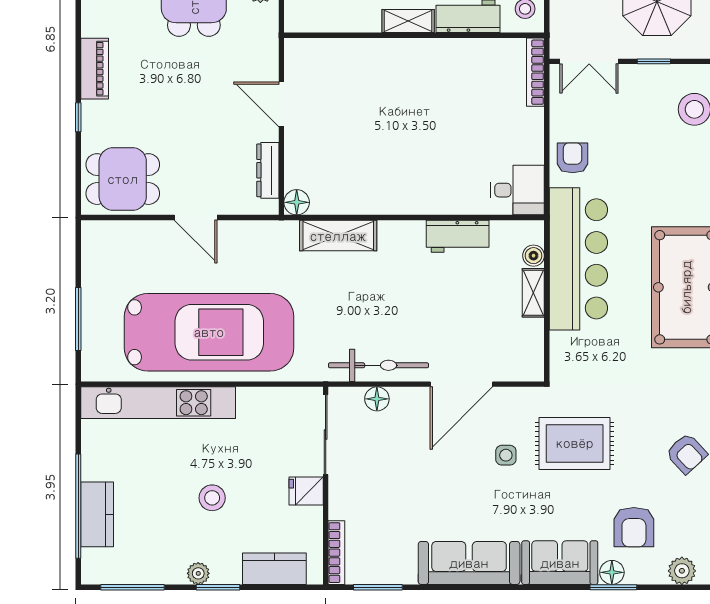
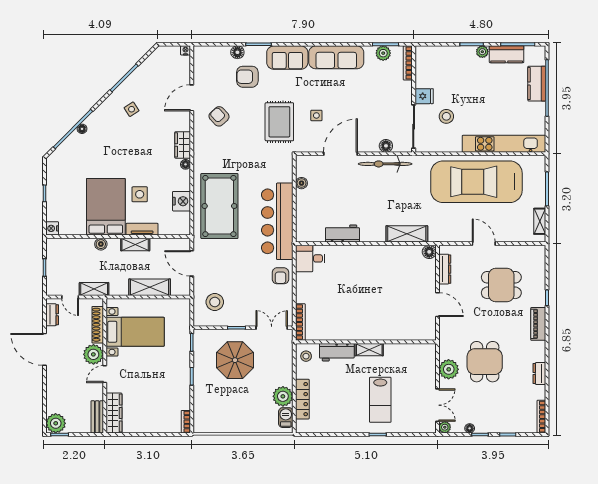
dining table: (123, 179) -> (501, 285), moved
boiler: (534, 256) -> (302, 183), moved
shelving: (533, 293) -> (540, 221), moved
rug: (575, 443) -> (279, 122), turned 90
stool: (212, 498) -> (446, 116), moved
armchair: (634, 527) -> (247, 77), turned -90
kitchen counter: (274, 569) -> (507, 54), moved
plant: (682, 571) -> (383, 53), moved
floor lamp: (612, 572) -> (237, 52), moved

